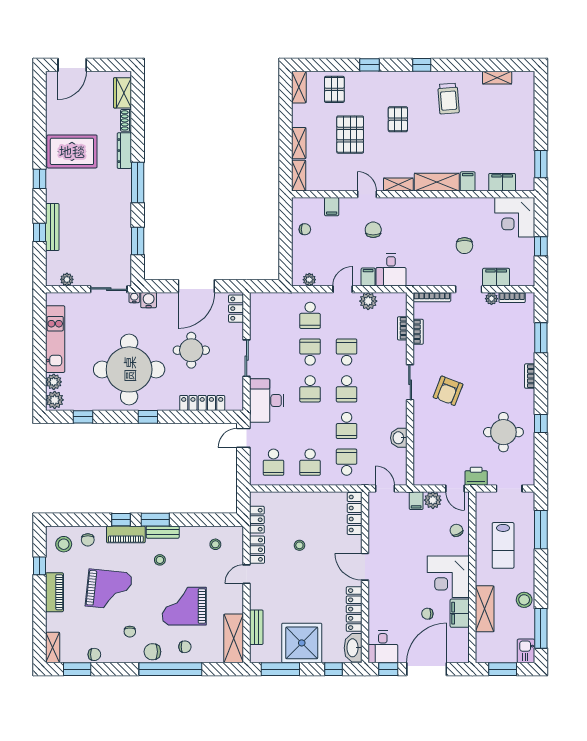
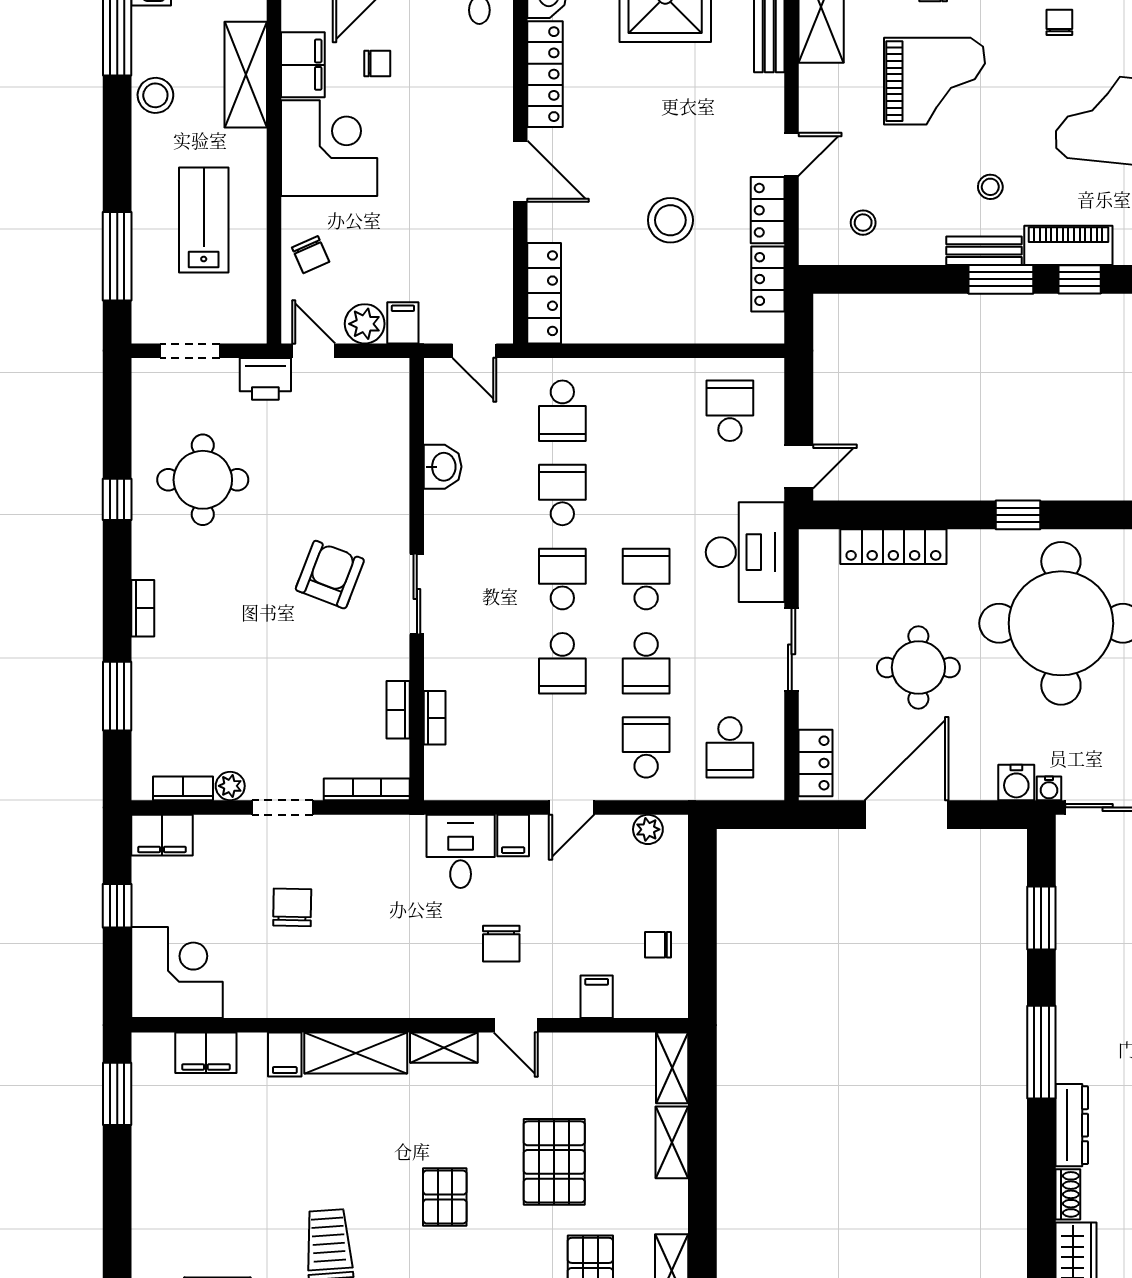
filing cabinet: (496, 277) -> (162, 835), moved
plant: (368, 301) -> (513, 780), removed
school desk: (310, 462) -> (730, 747), moved, turned 180
stool: (299, 545) -> (670, 220), width x1.89, depth x1.89

